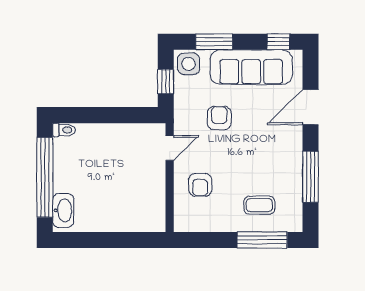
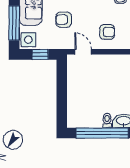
window: (214, 42) -> (14, 23), width x1.44
toilet: (64, 130) -> (107, 120), moved

